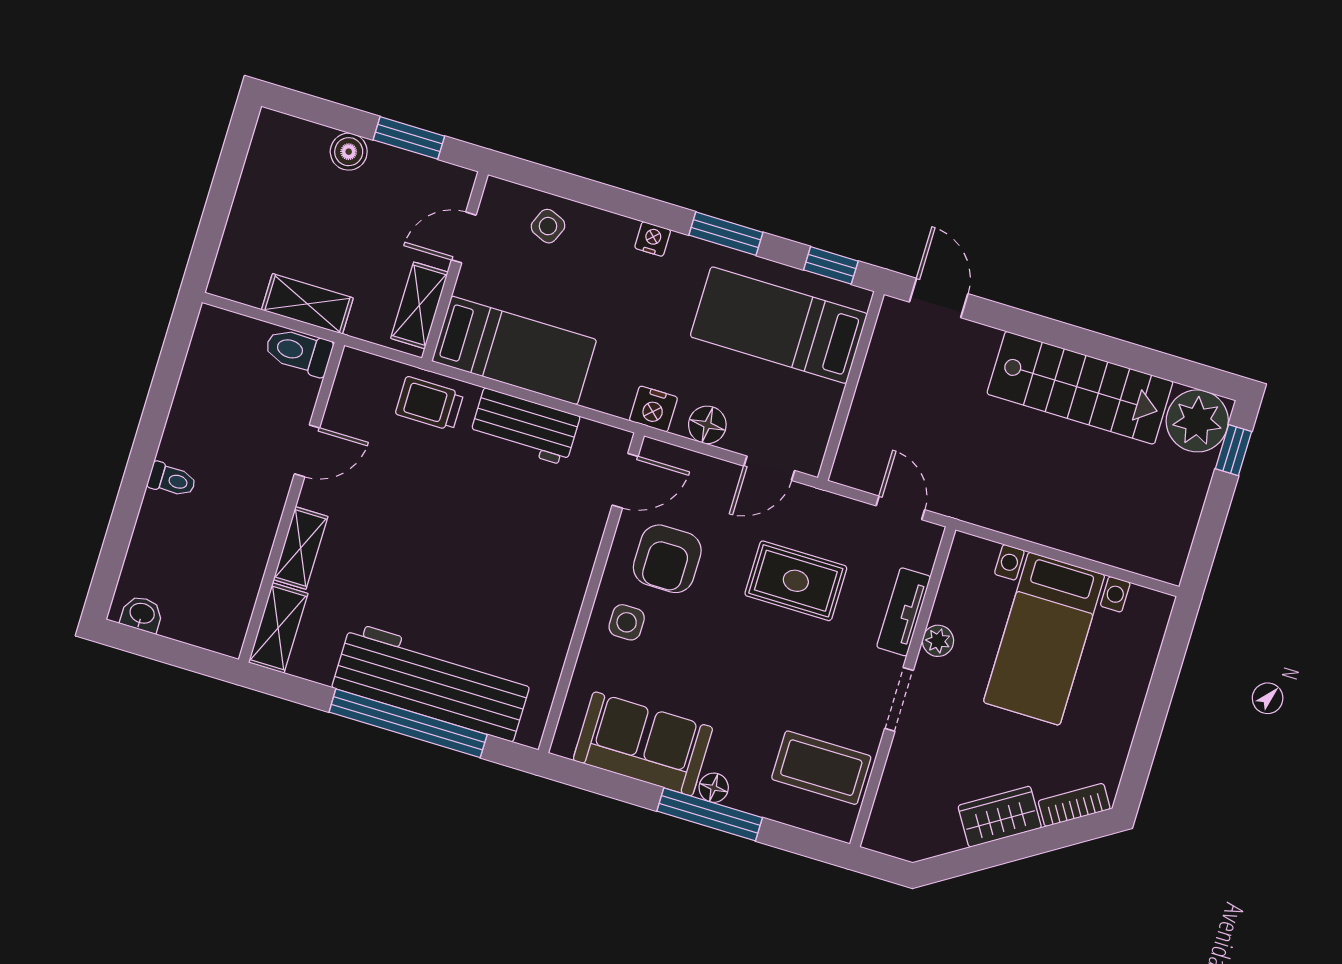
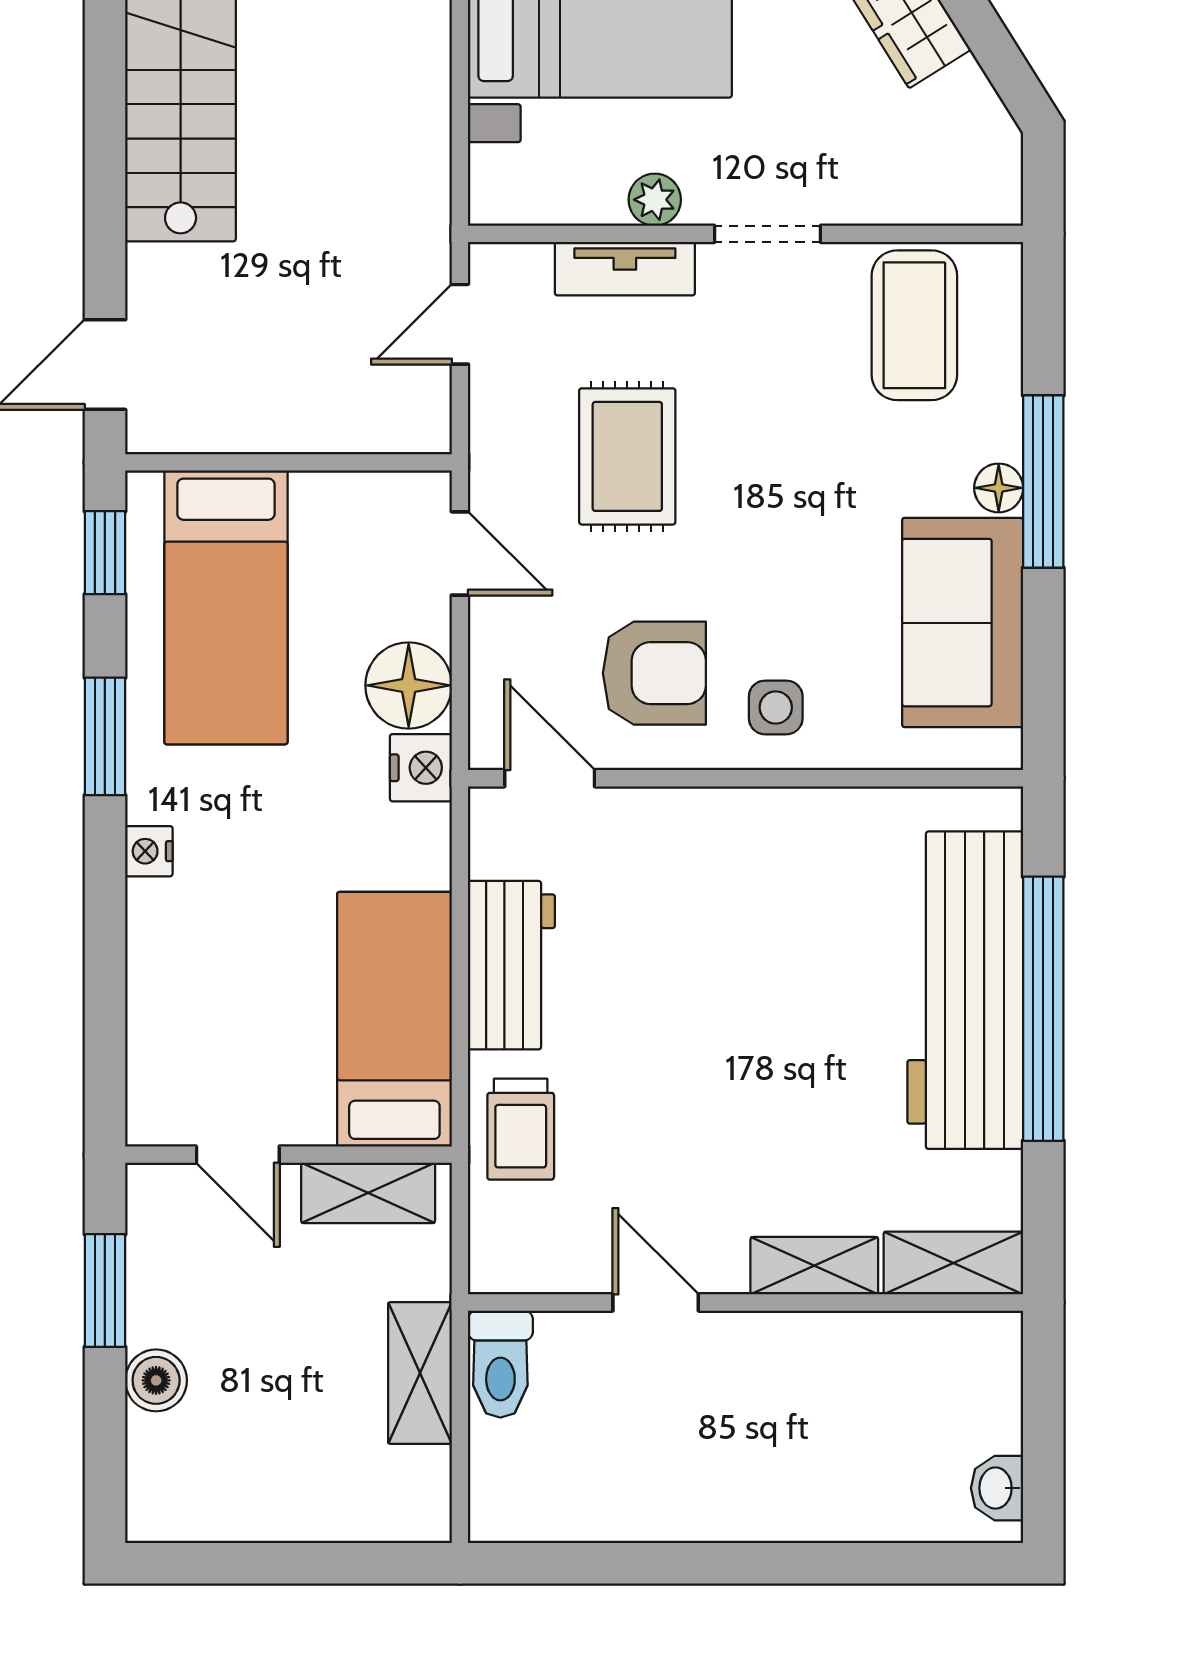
side table: (548, 226) -> (179, 1025), removed
floor lamp: (707, 425) -> (409, 685), width x1.38, depth x1.38
toilet: (172, 480) -> (767, 1505), removed

